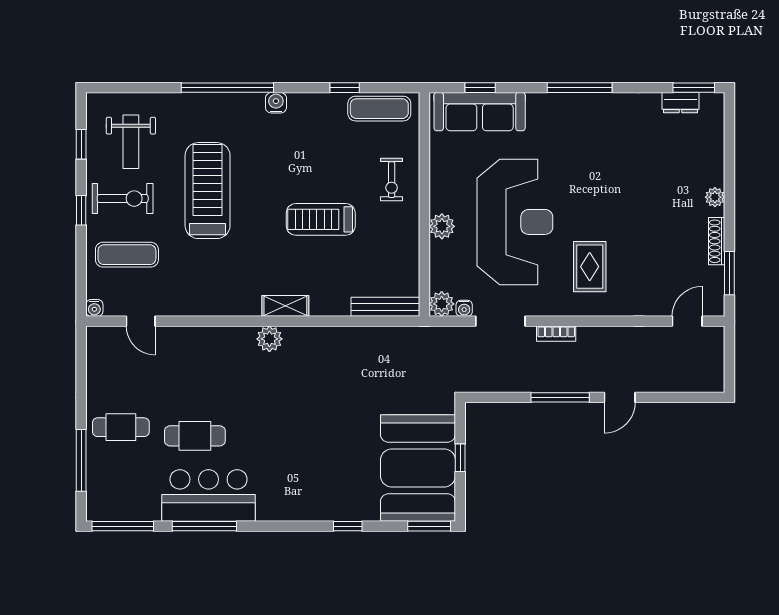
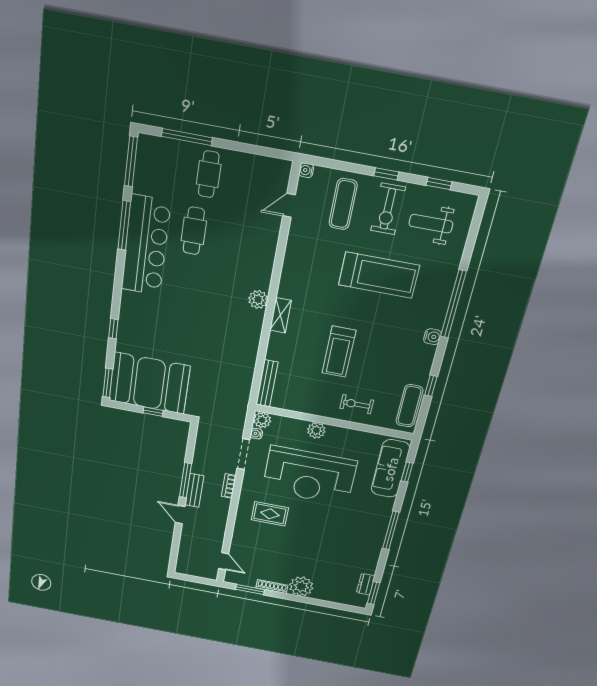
plant: (715, 197) -> (301, 586), width x1.88, depth x1.88
treadmill: (321, 219) -> (339, 352), turned 180
bench: (574, 382) -> (194, 490), added
bar counter: (209, 495) -> (146, 246), width x1.36

